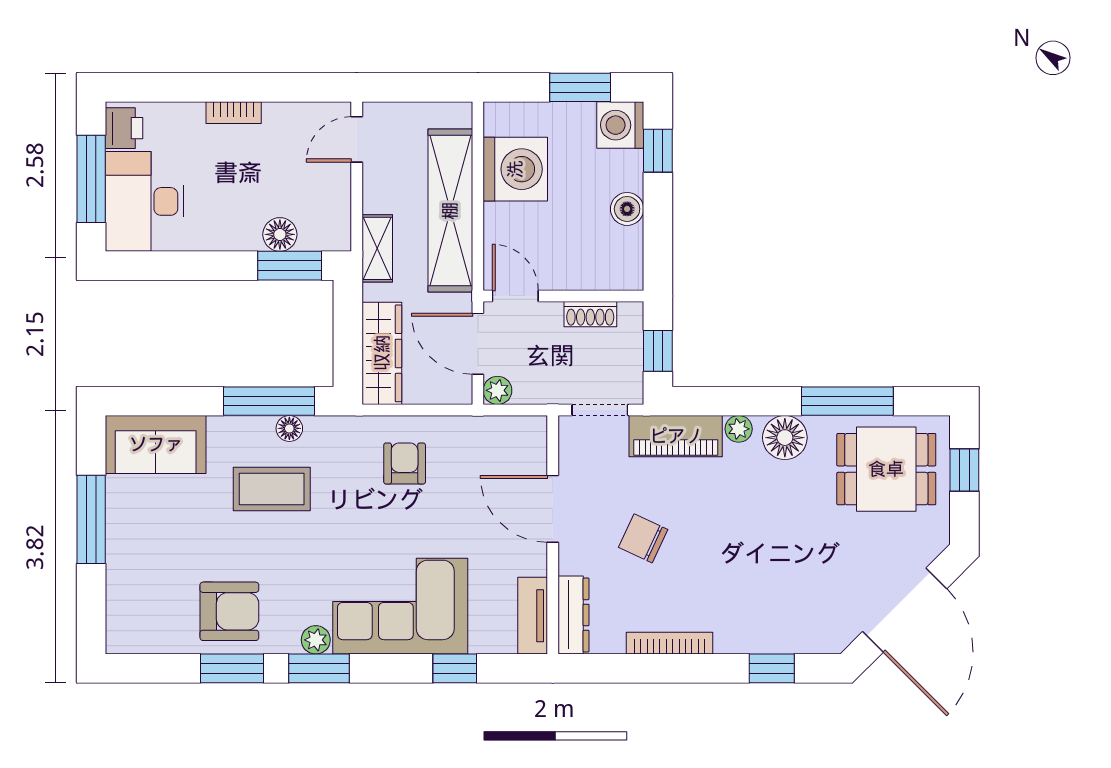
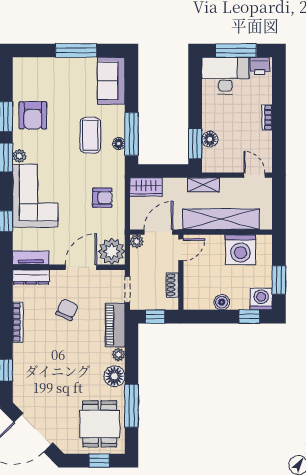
wardrobe: (382, 353) -> (146, 187), width x0.67
plant: (519, 444) -> (112, 251), added

